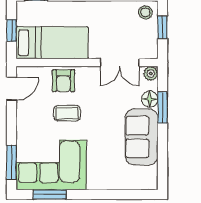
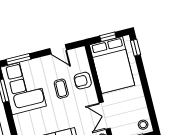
bed: (52, 43) -> (112, 65), width x1.50
door: (11, 89) -> (58, 49), moved

